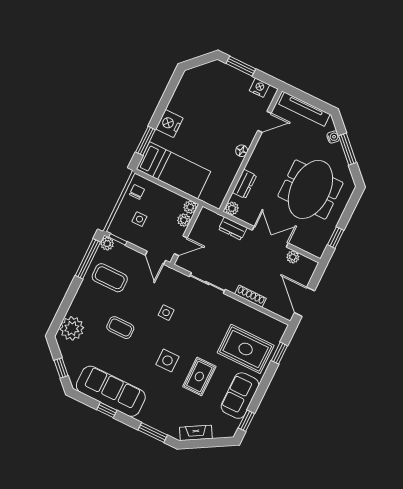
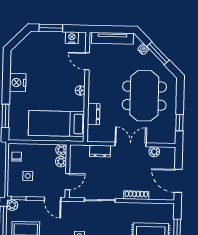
door: (265, 122) -> (87, 61), swing flipped
nightstand: (169, 124) -> (18, 83), moved
bed: (173, 170) -> (56, 123), moved, turned 180
plant: (232, 208) -> (93, 136), removed

